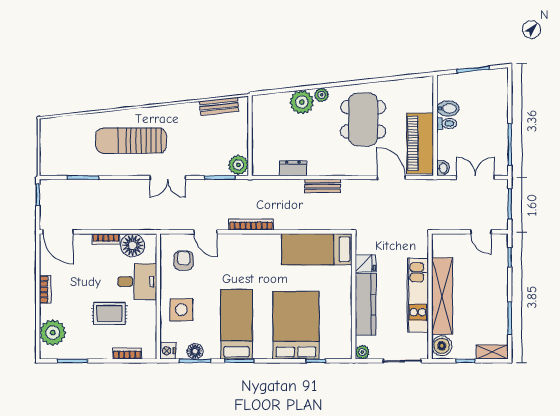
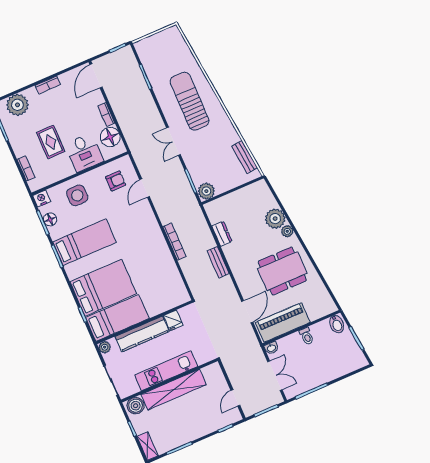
bidet: (448, 108) -> (337, 324), moved
bookcase: (251, 224) -> (174, 242), moved
bed: (317, 249) -> (117, 318), moved, turned 90

